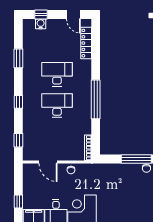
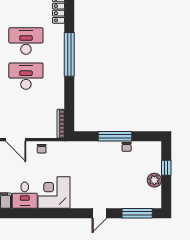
window: (96, 99) -> (69, 54), moved

